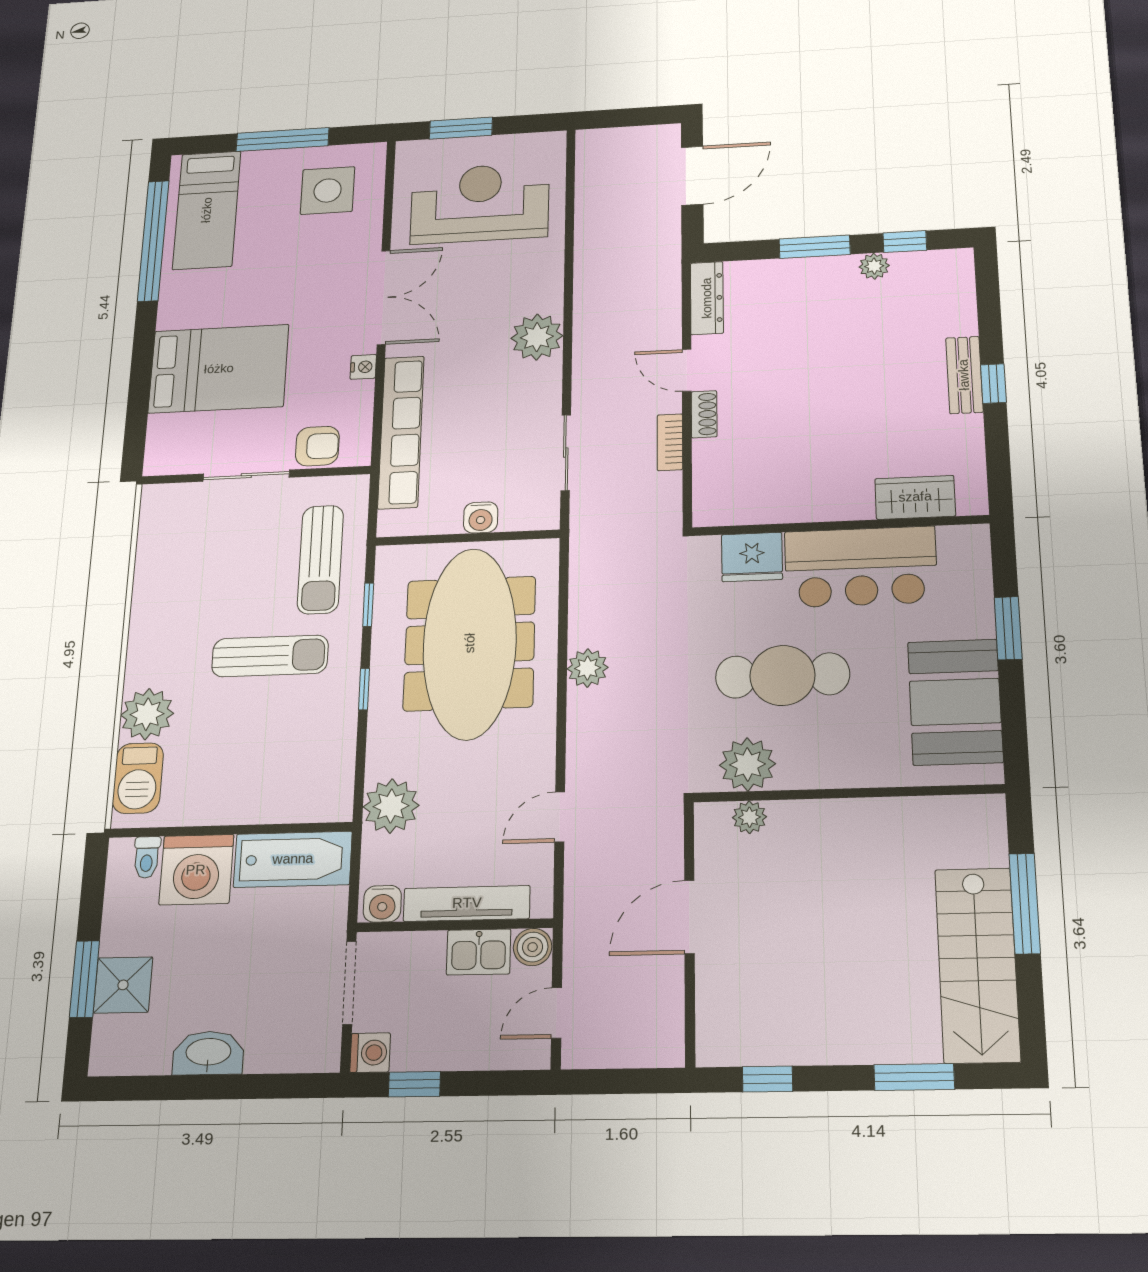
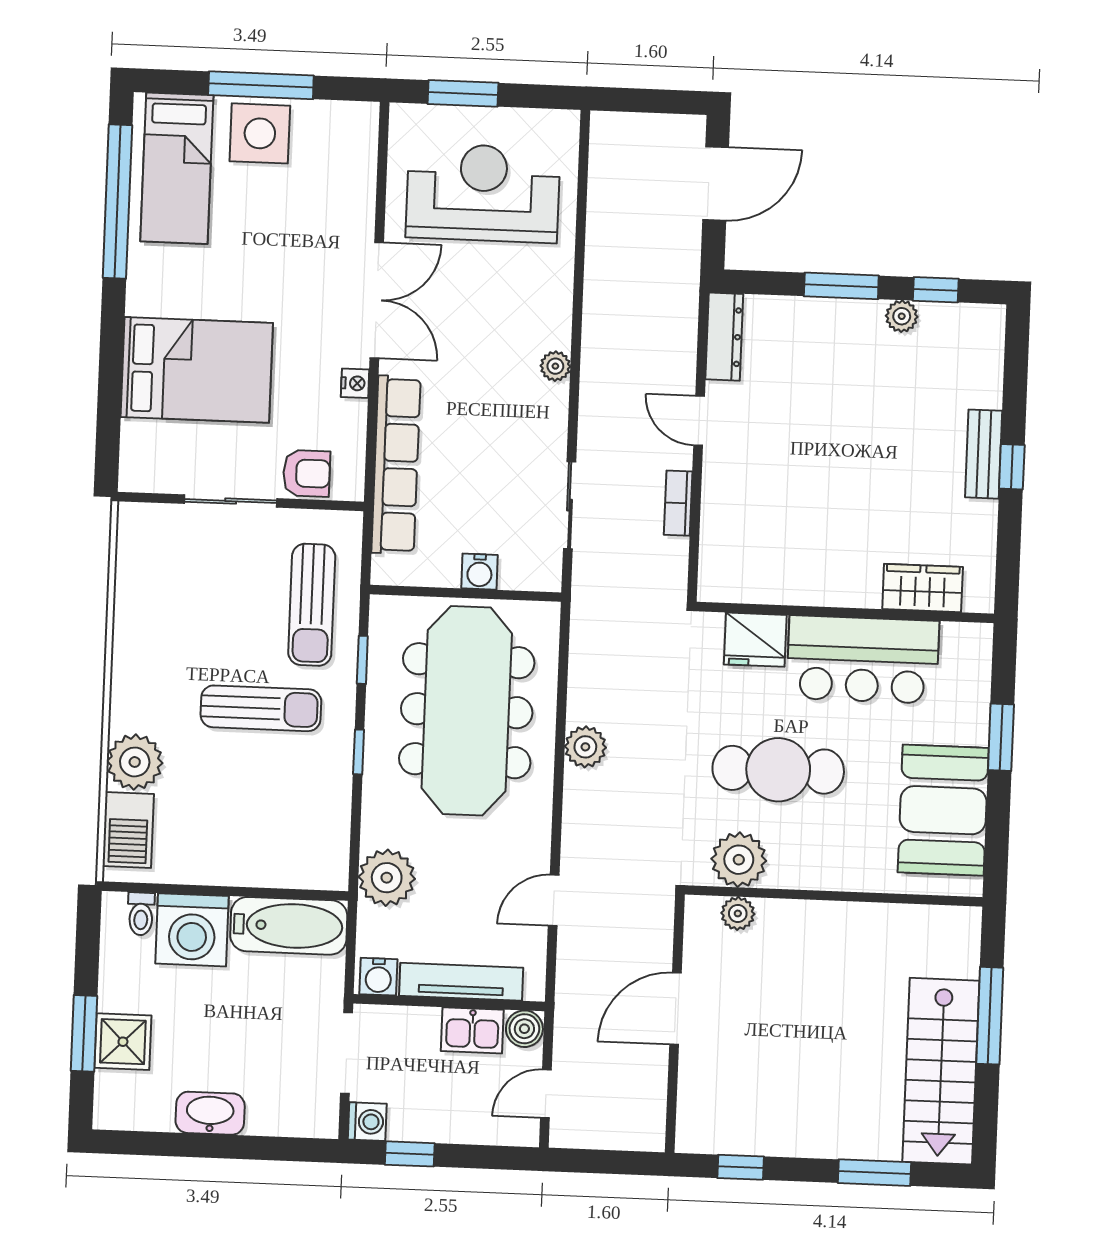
side table: (328, 191) -> (260, 133), moved
plant: (537, 337) -> (555, 366), width x0.53, depth x0.53
shoe rack: (704, 414) -> (715, 474), removed

